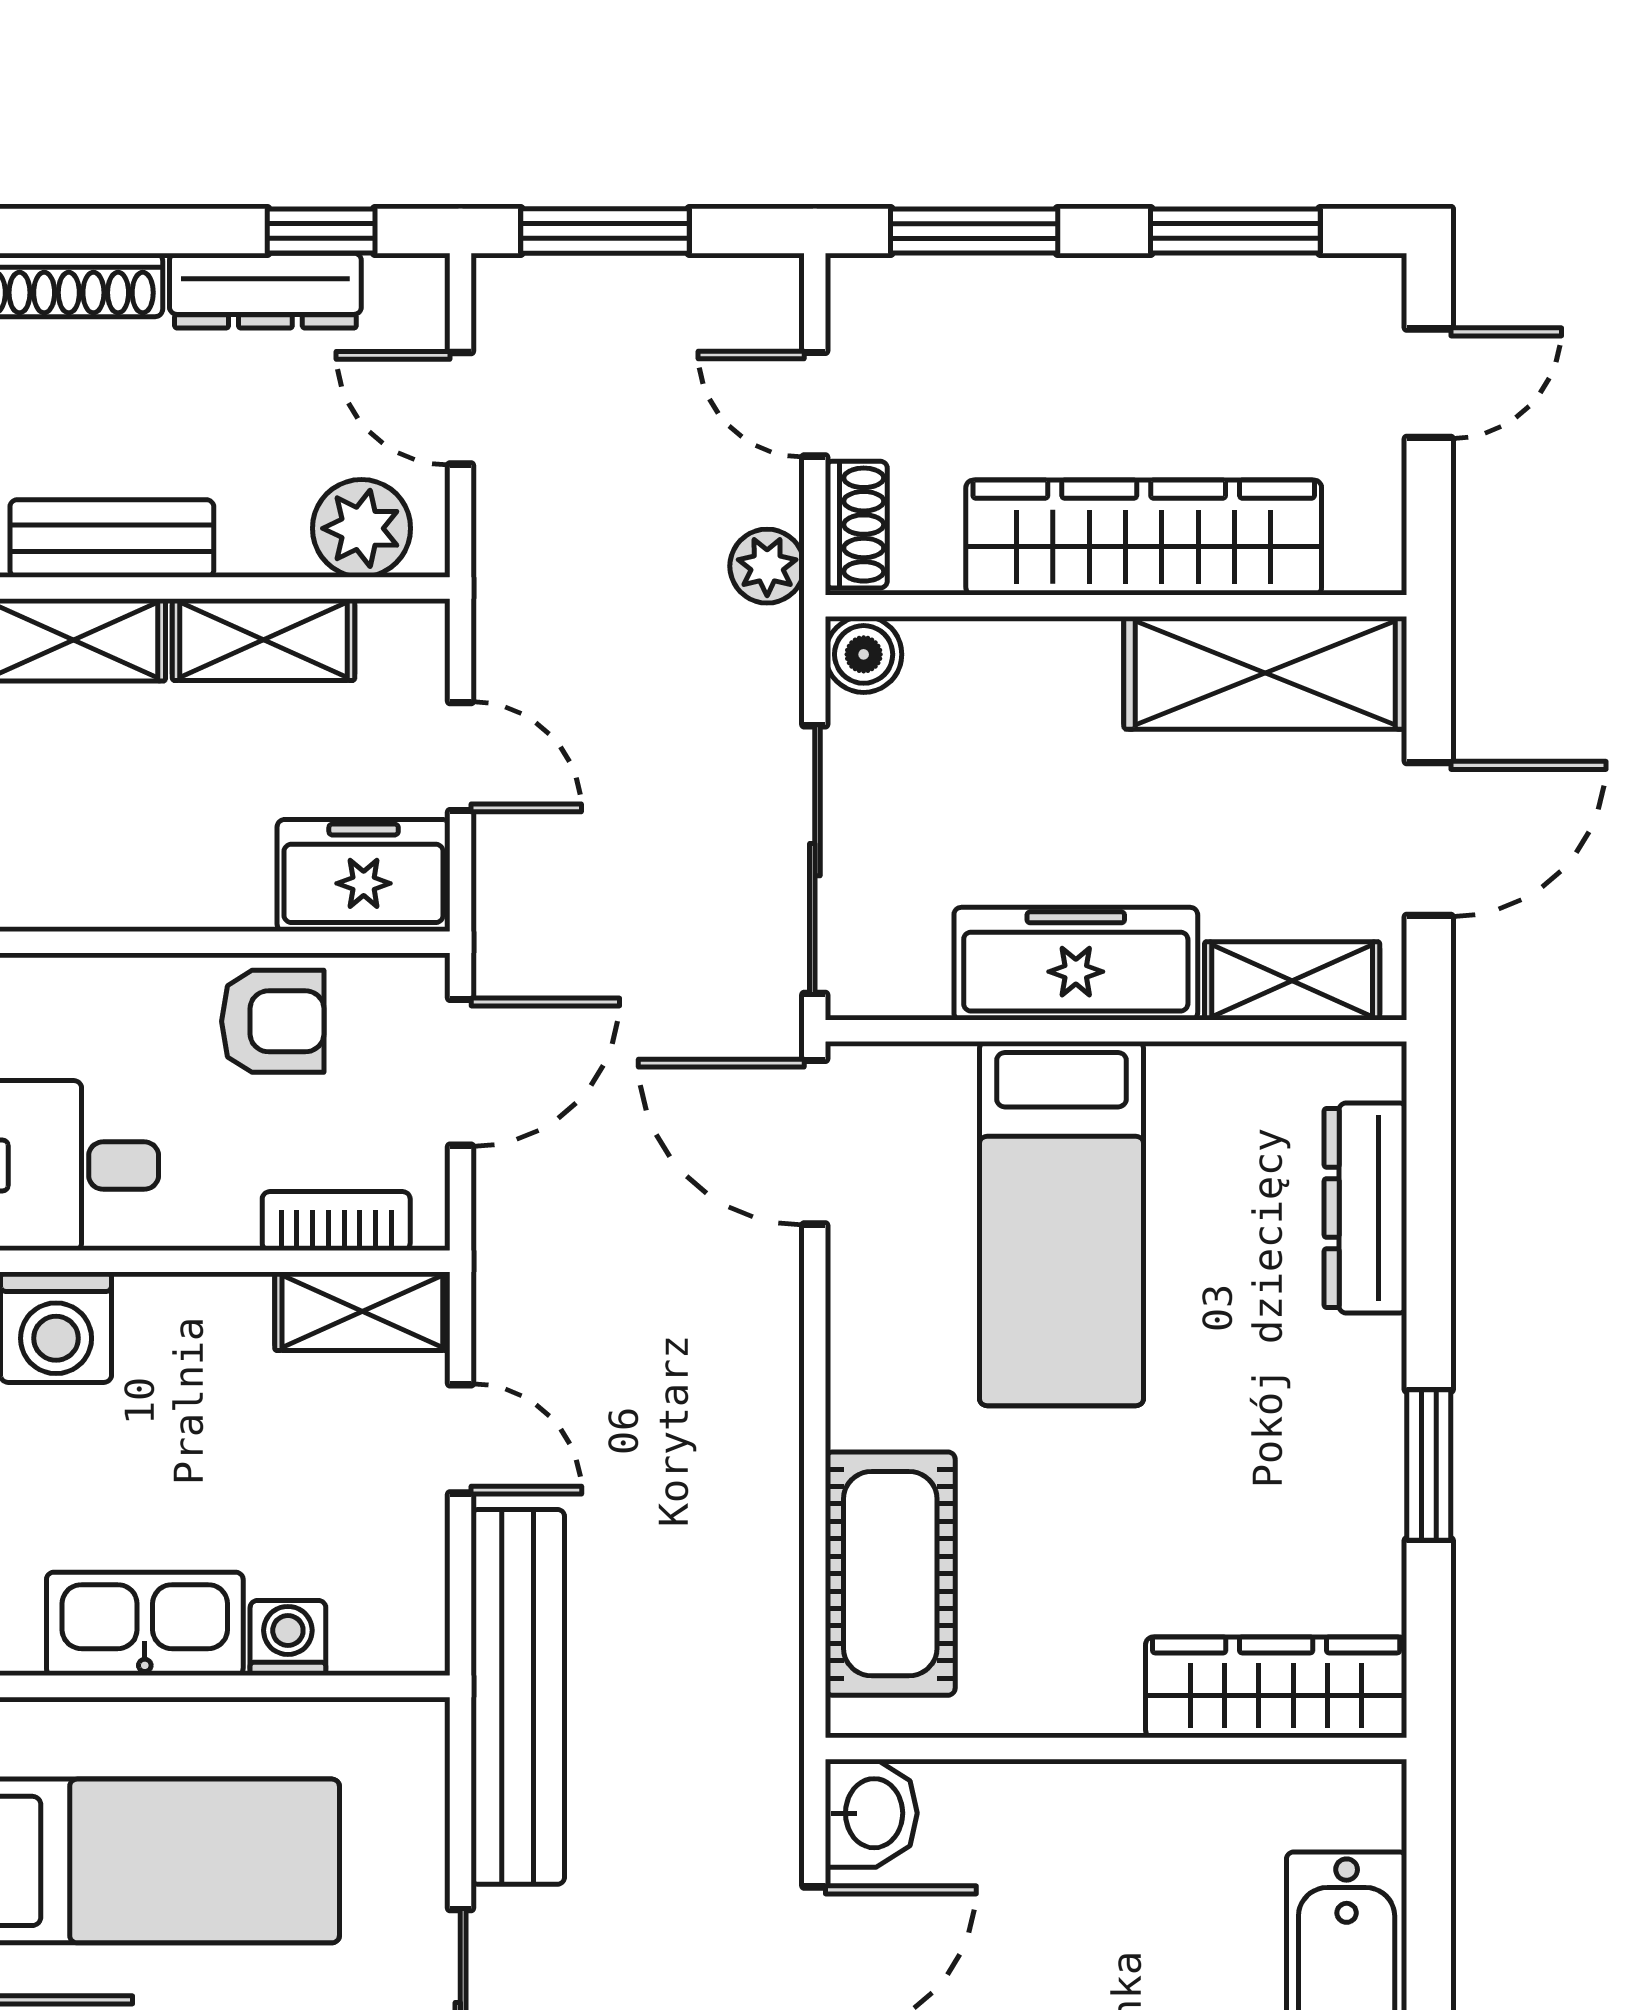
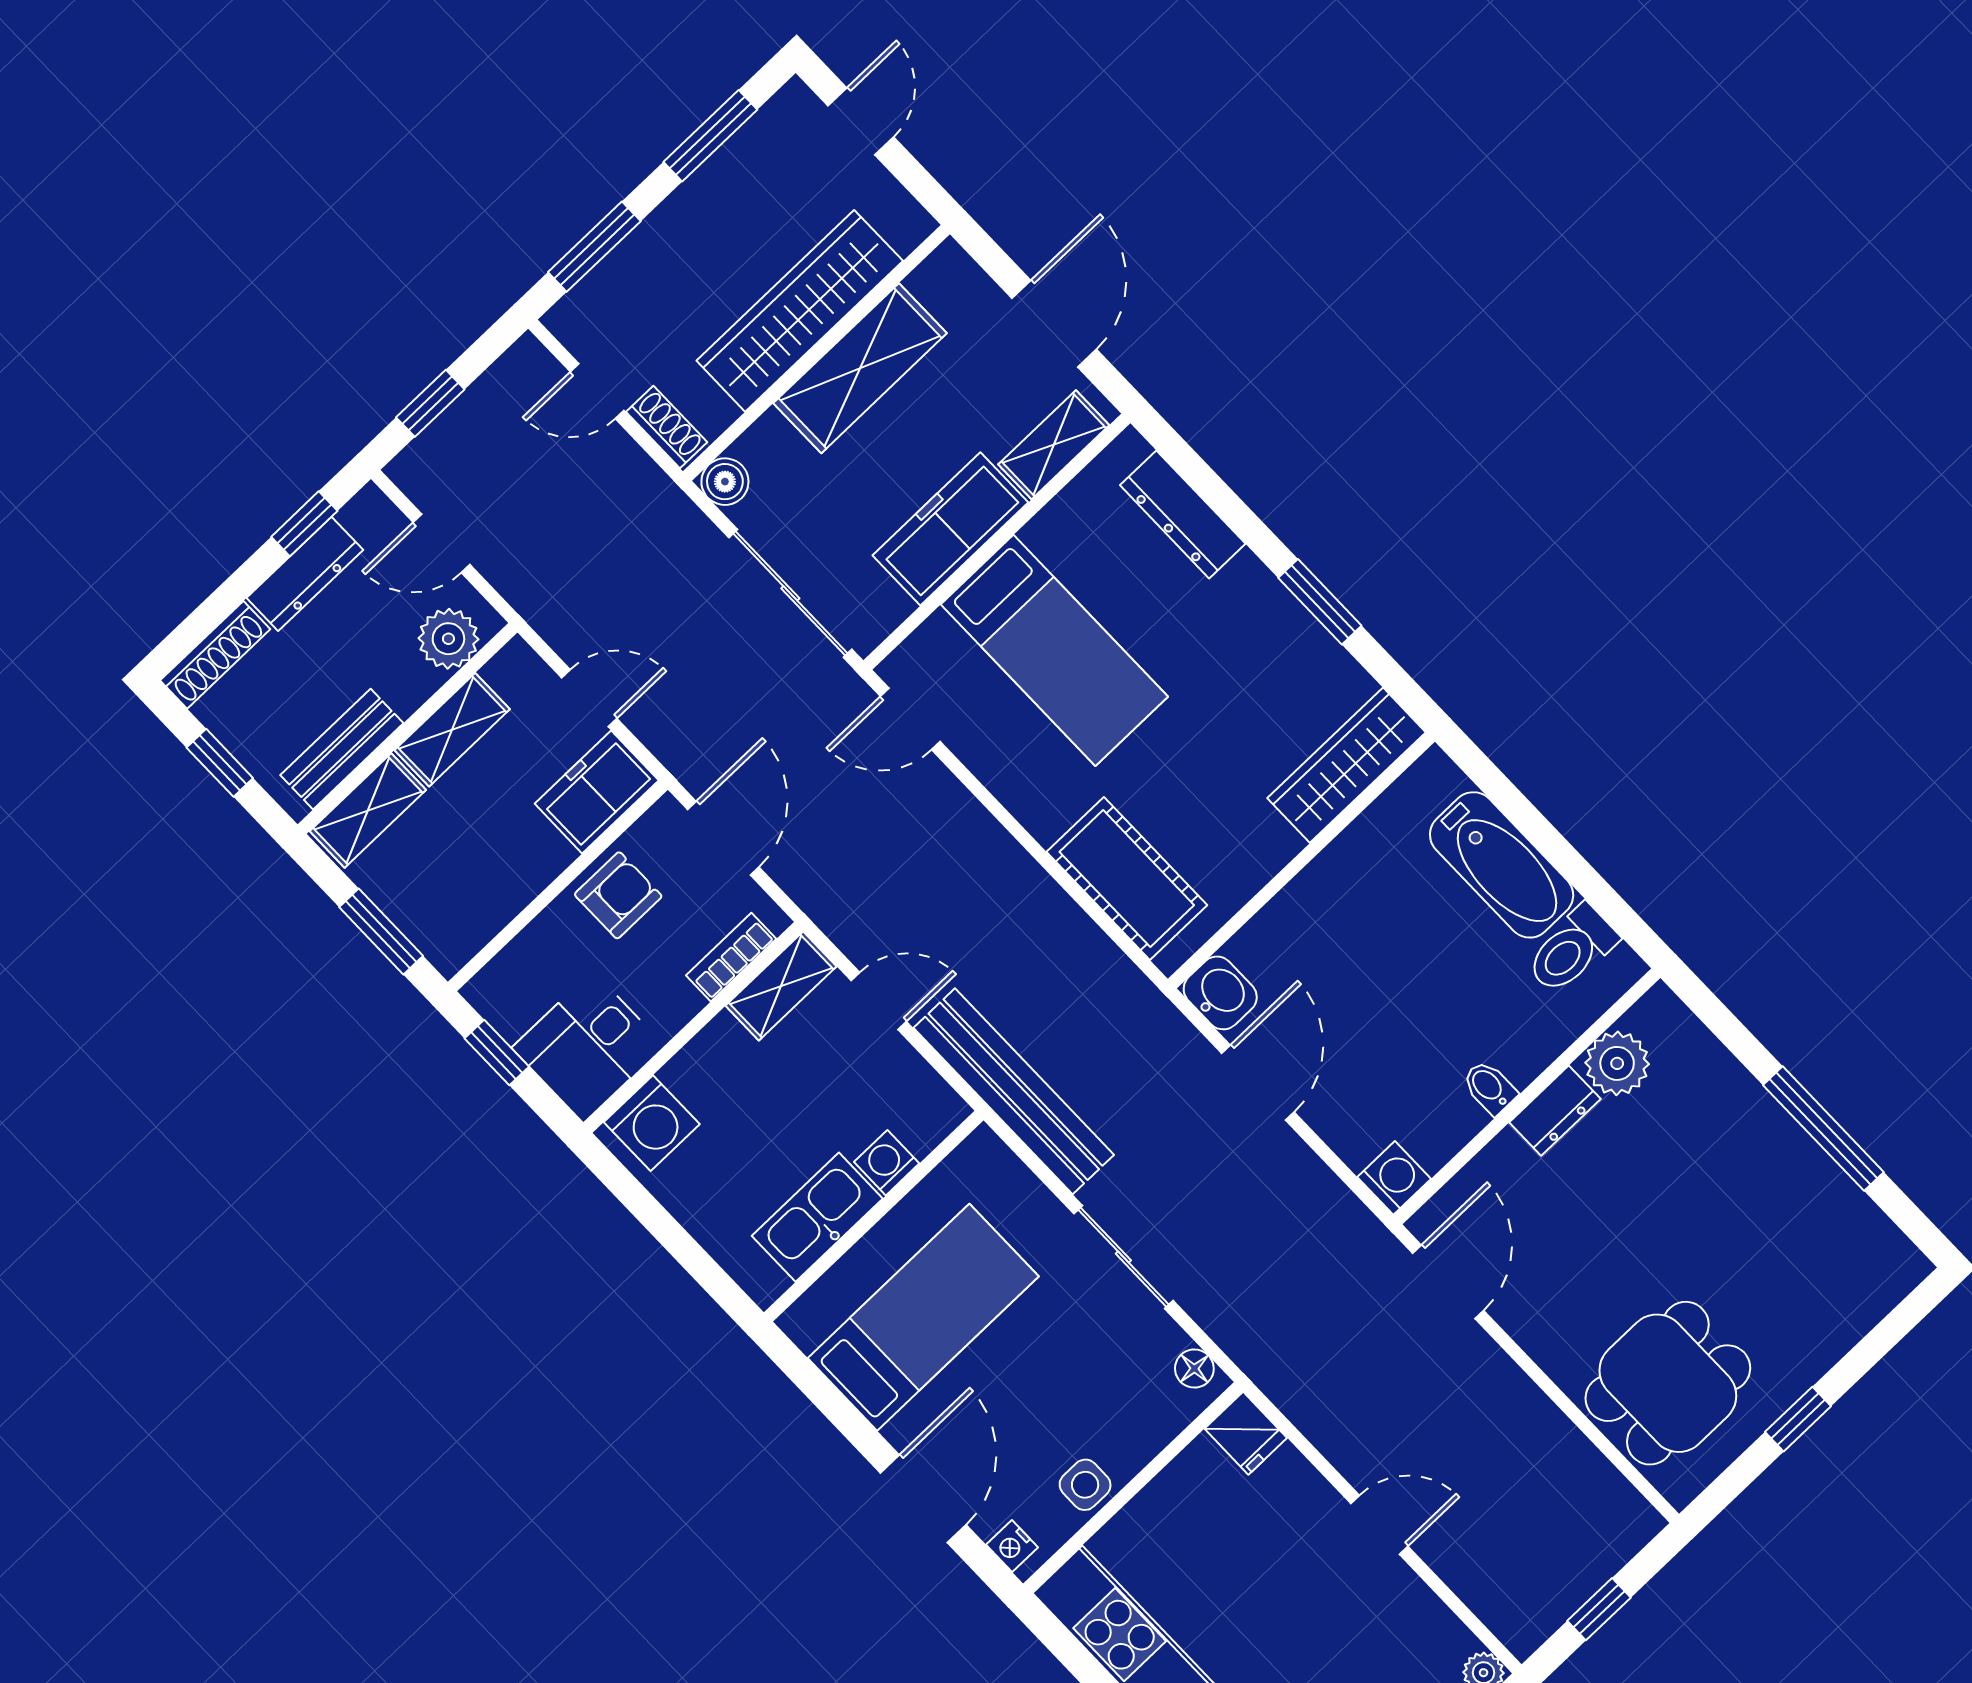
window: (605, 231) -> (430, 403), width x0.67
plant: (767, 566) -> (645, 483), removed
shelving: (1265, 673) -> (860, 368), moved
door: (815, 1142) -> (910, 719), width x0.73

